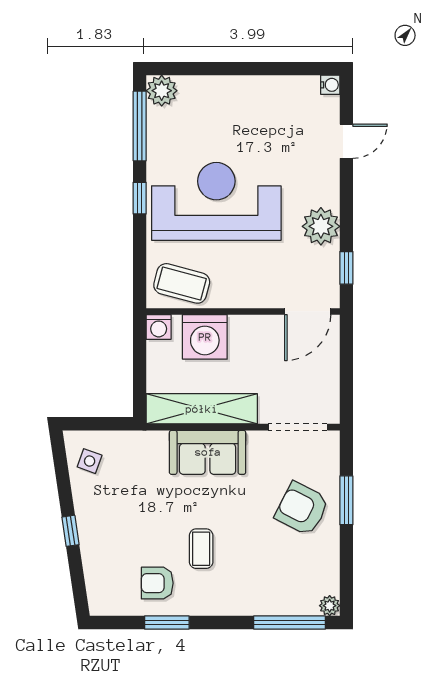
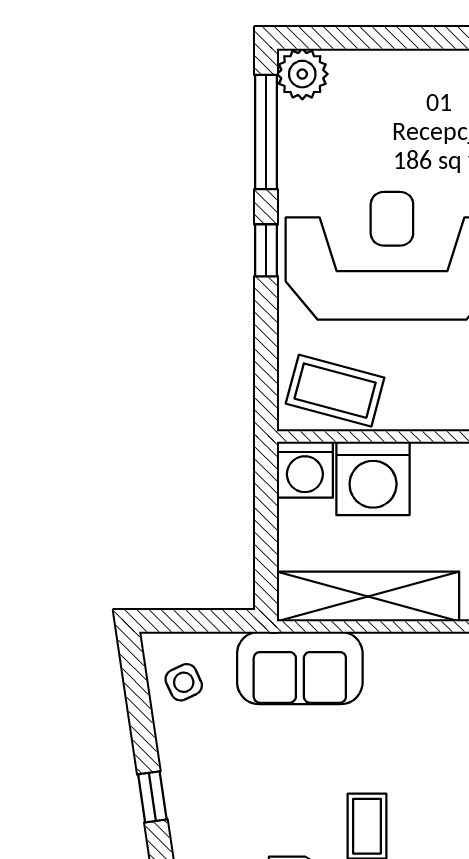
washing machine: (159, 327) -> (305, 470), width x1.38, depth x1.38
sofa: (208, 452) -> (300, 668), moved
side table: (90, 461) -> (184, 682), turned 45

